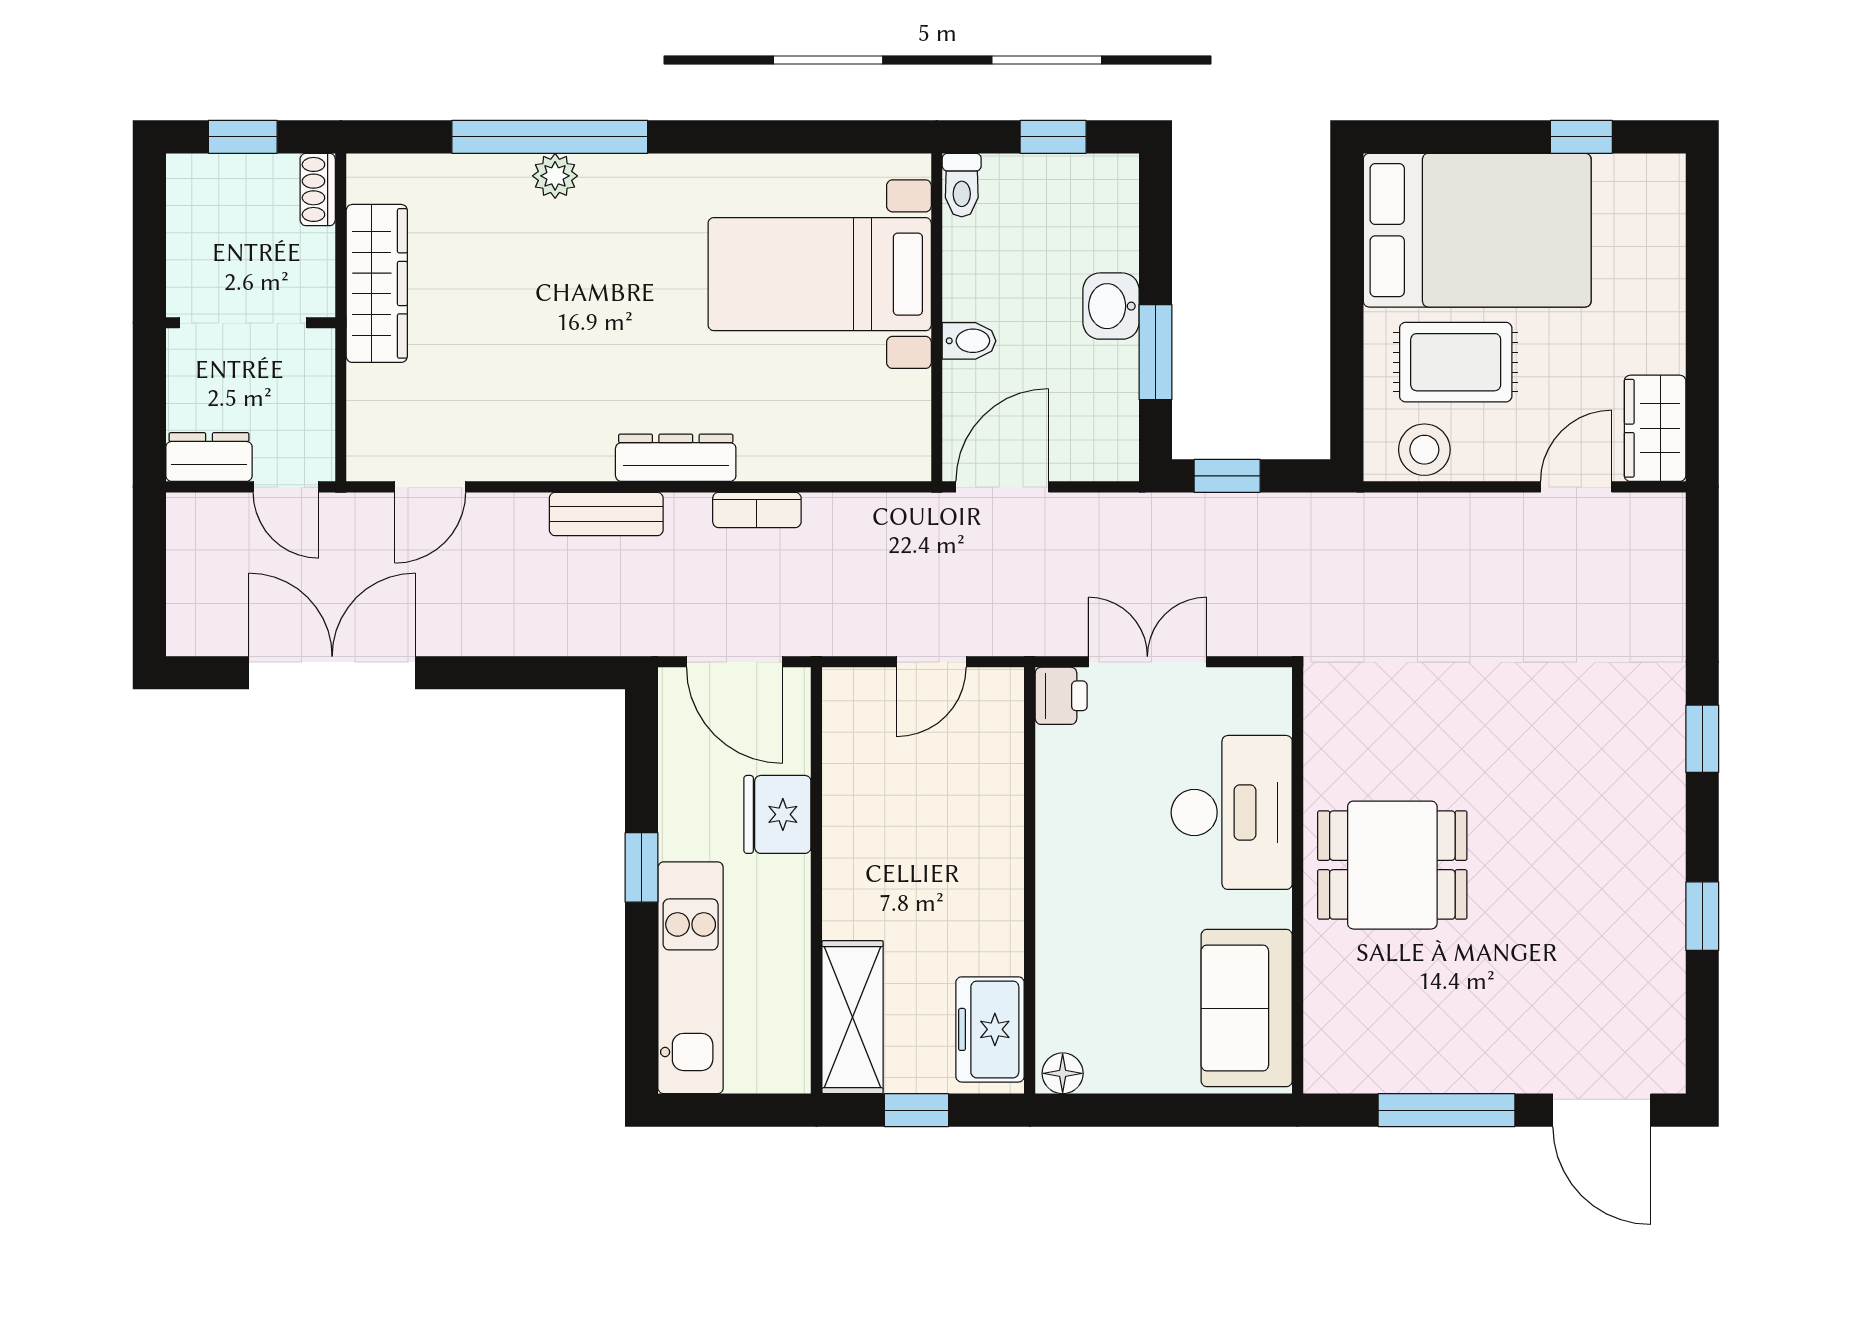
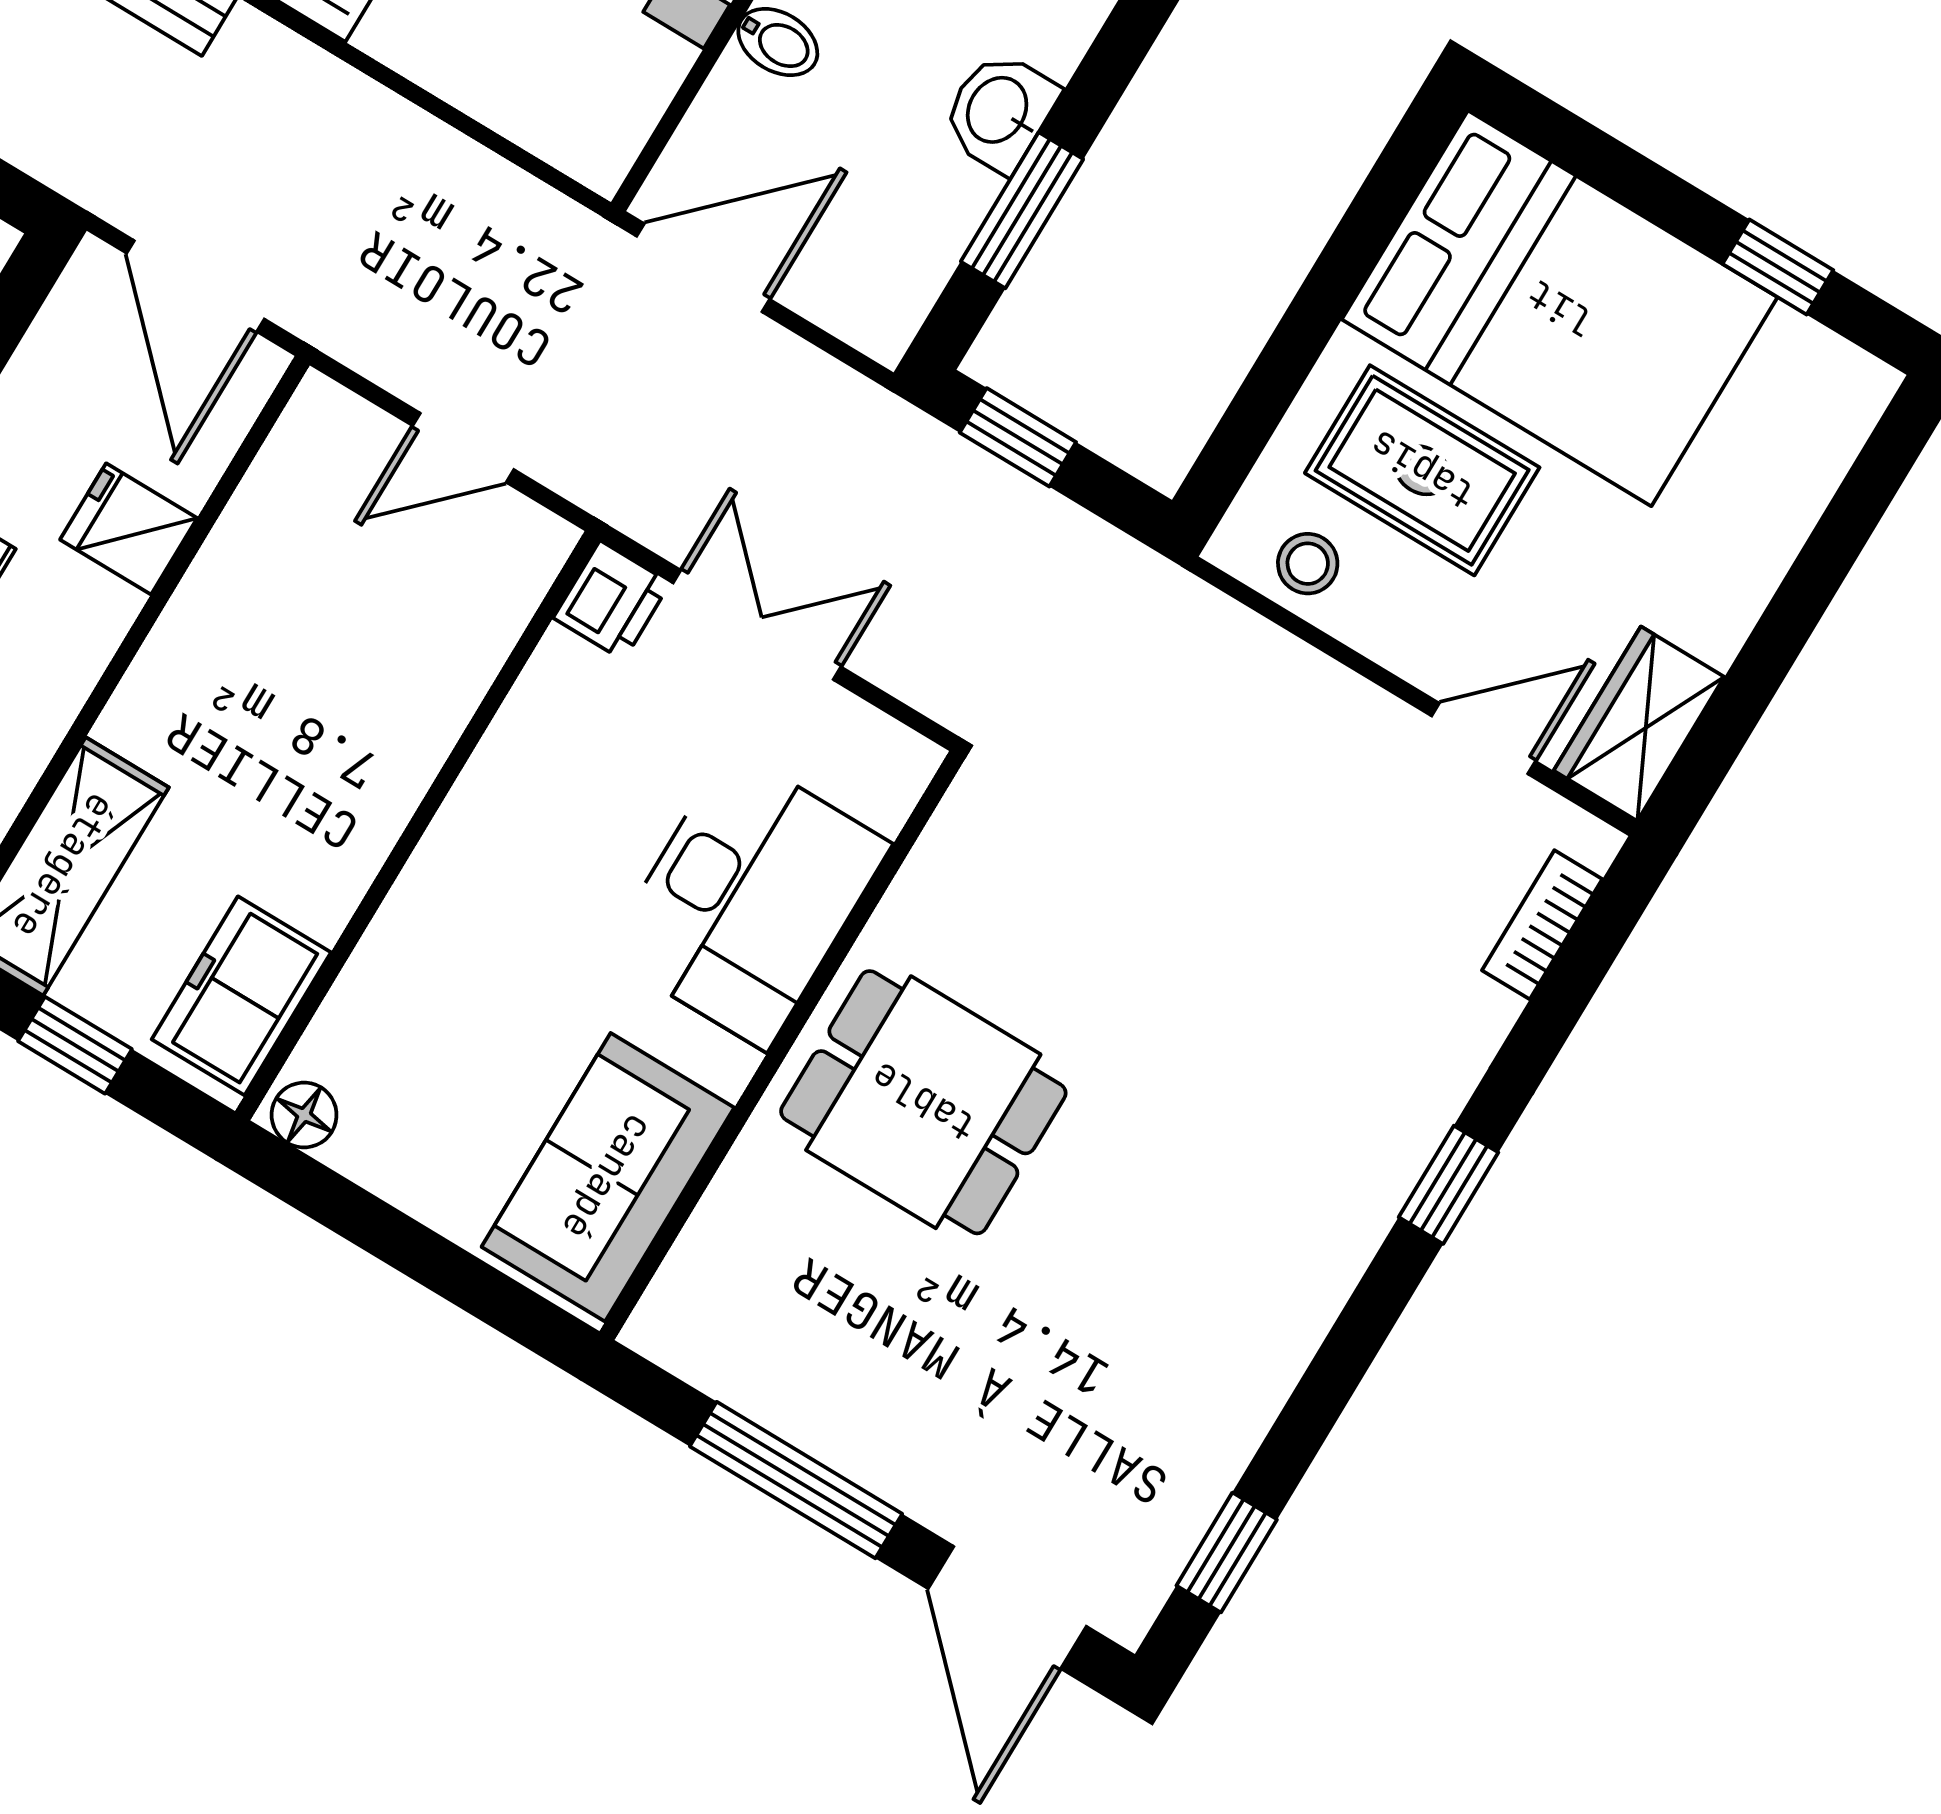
stool: (1424, 450) -> (1308, 564), width x0.73, depth x0.73
bookcase: (757, 510) -> (1542, 925), moved, turned 90
fridge: (777, 814) -> (129, 529), width x0.72
window: (1702, 916) -> (1227, 1553), moved

